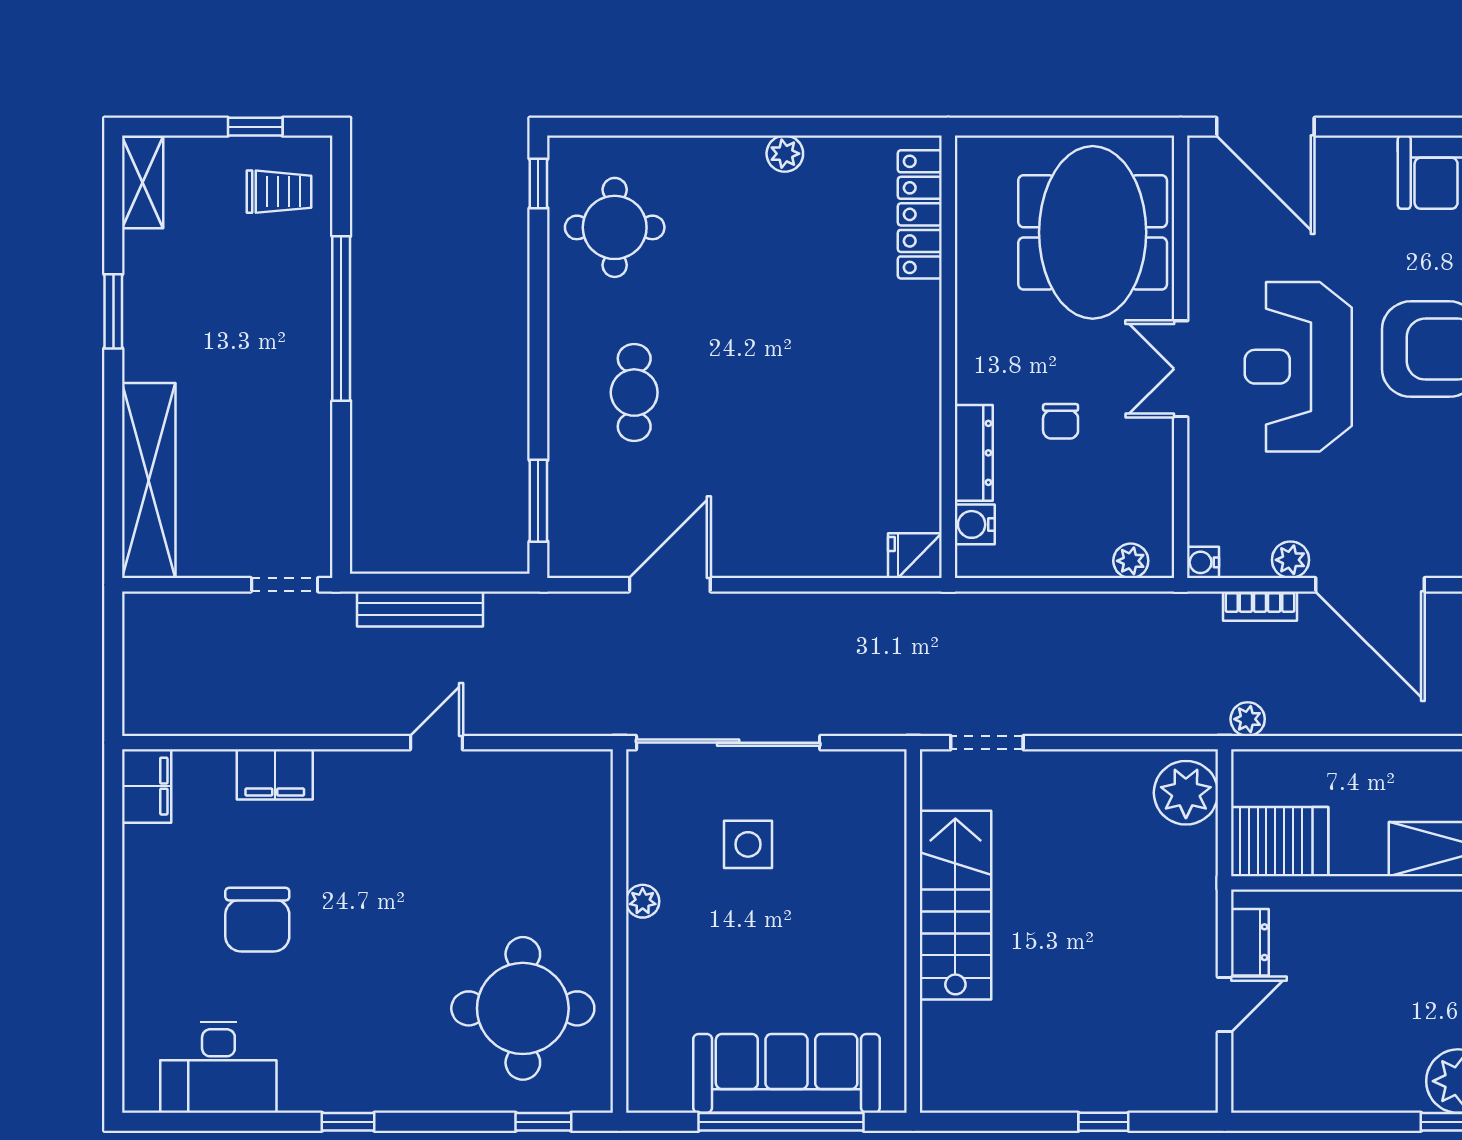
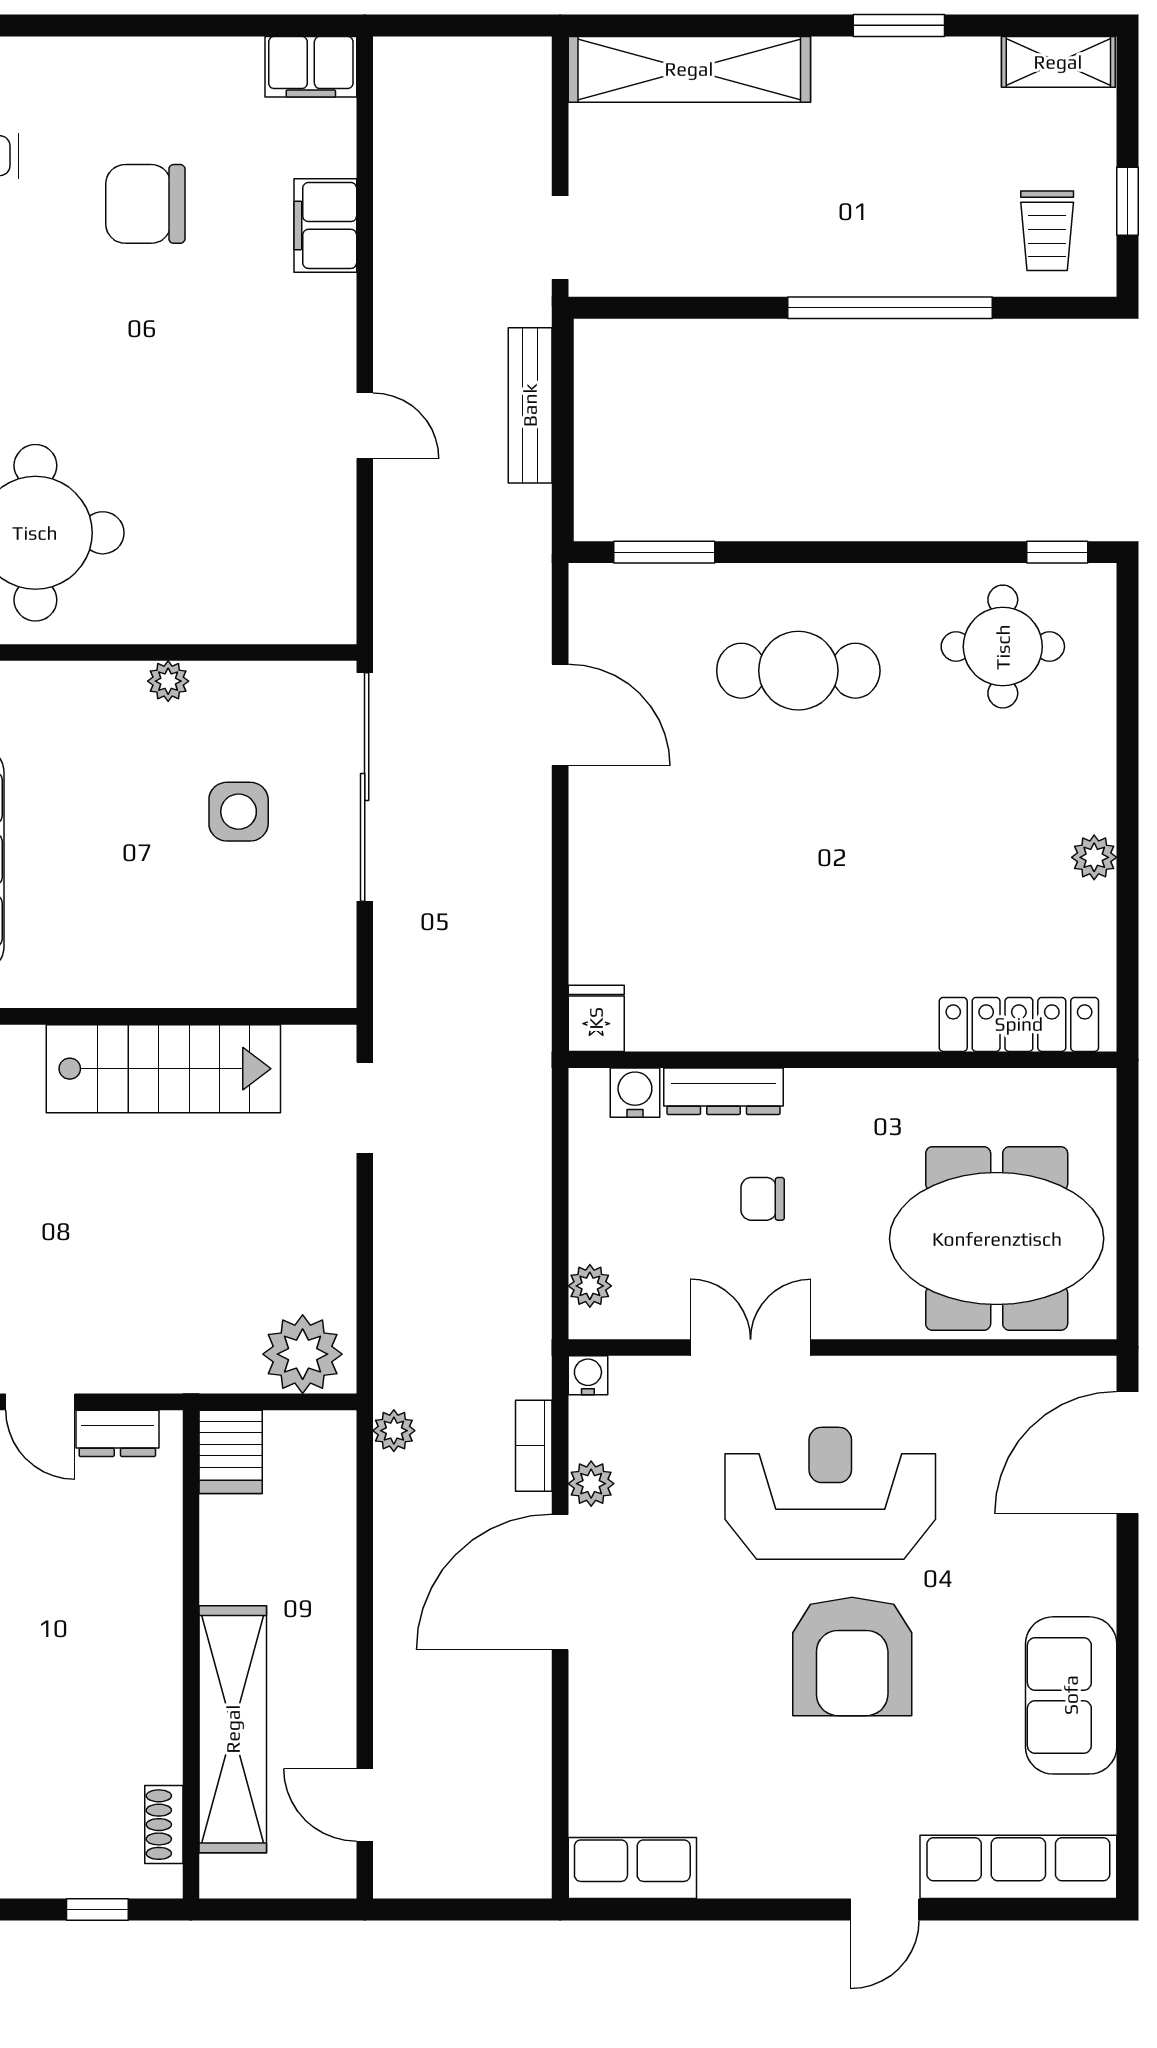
double door: (1181, 369) -> (751, 1348), moved
cafe table: (634, 393) -> (798, 671), width x1.37, depth x1.35
server rack: (1280, 842) -> (231, 1452), width x0.73, depth x0.70

